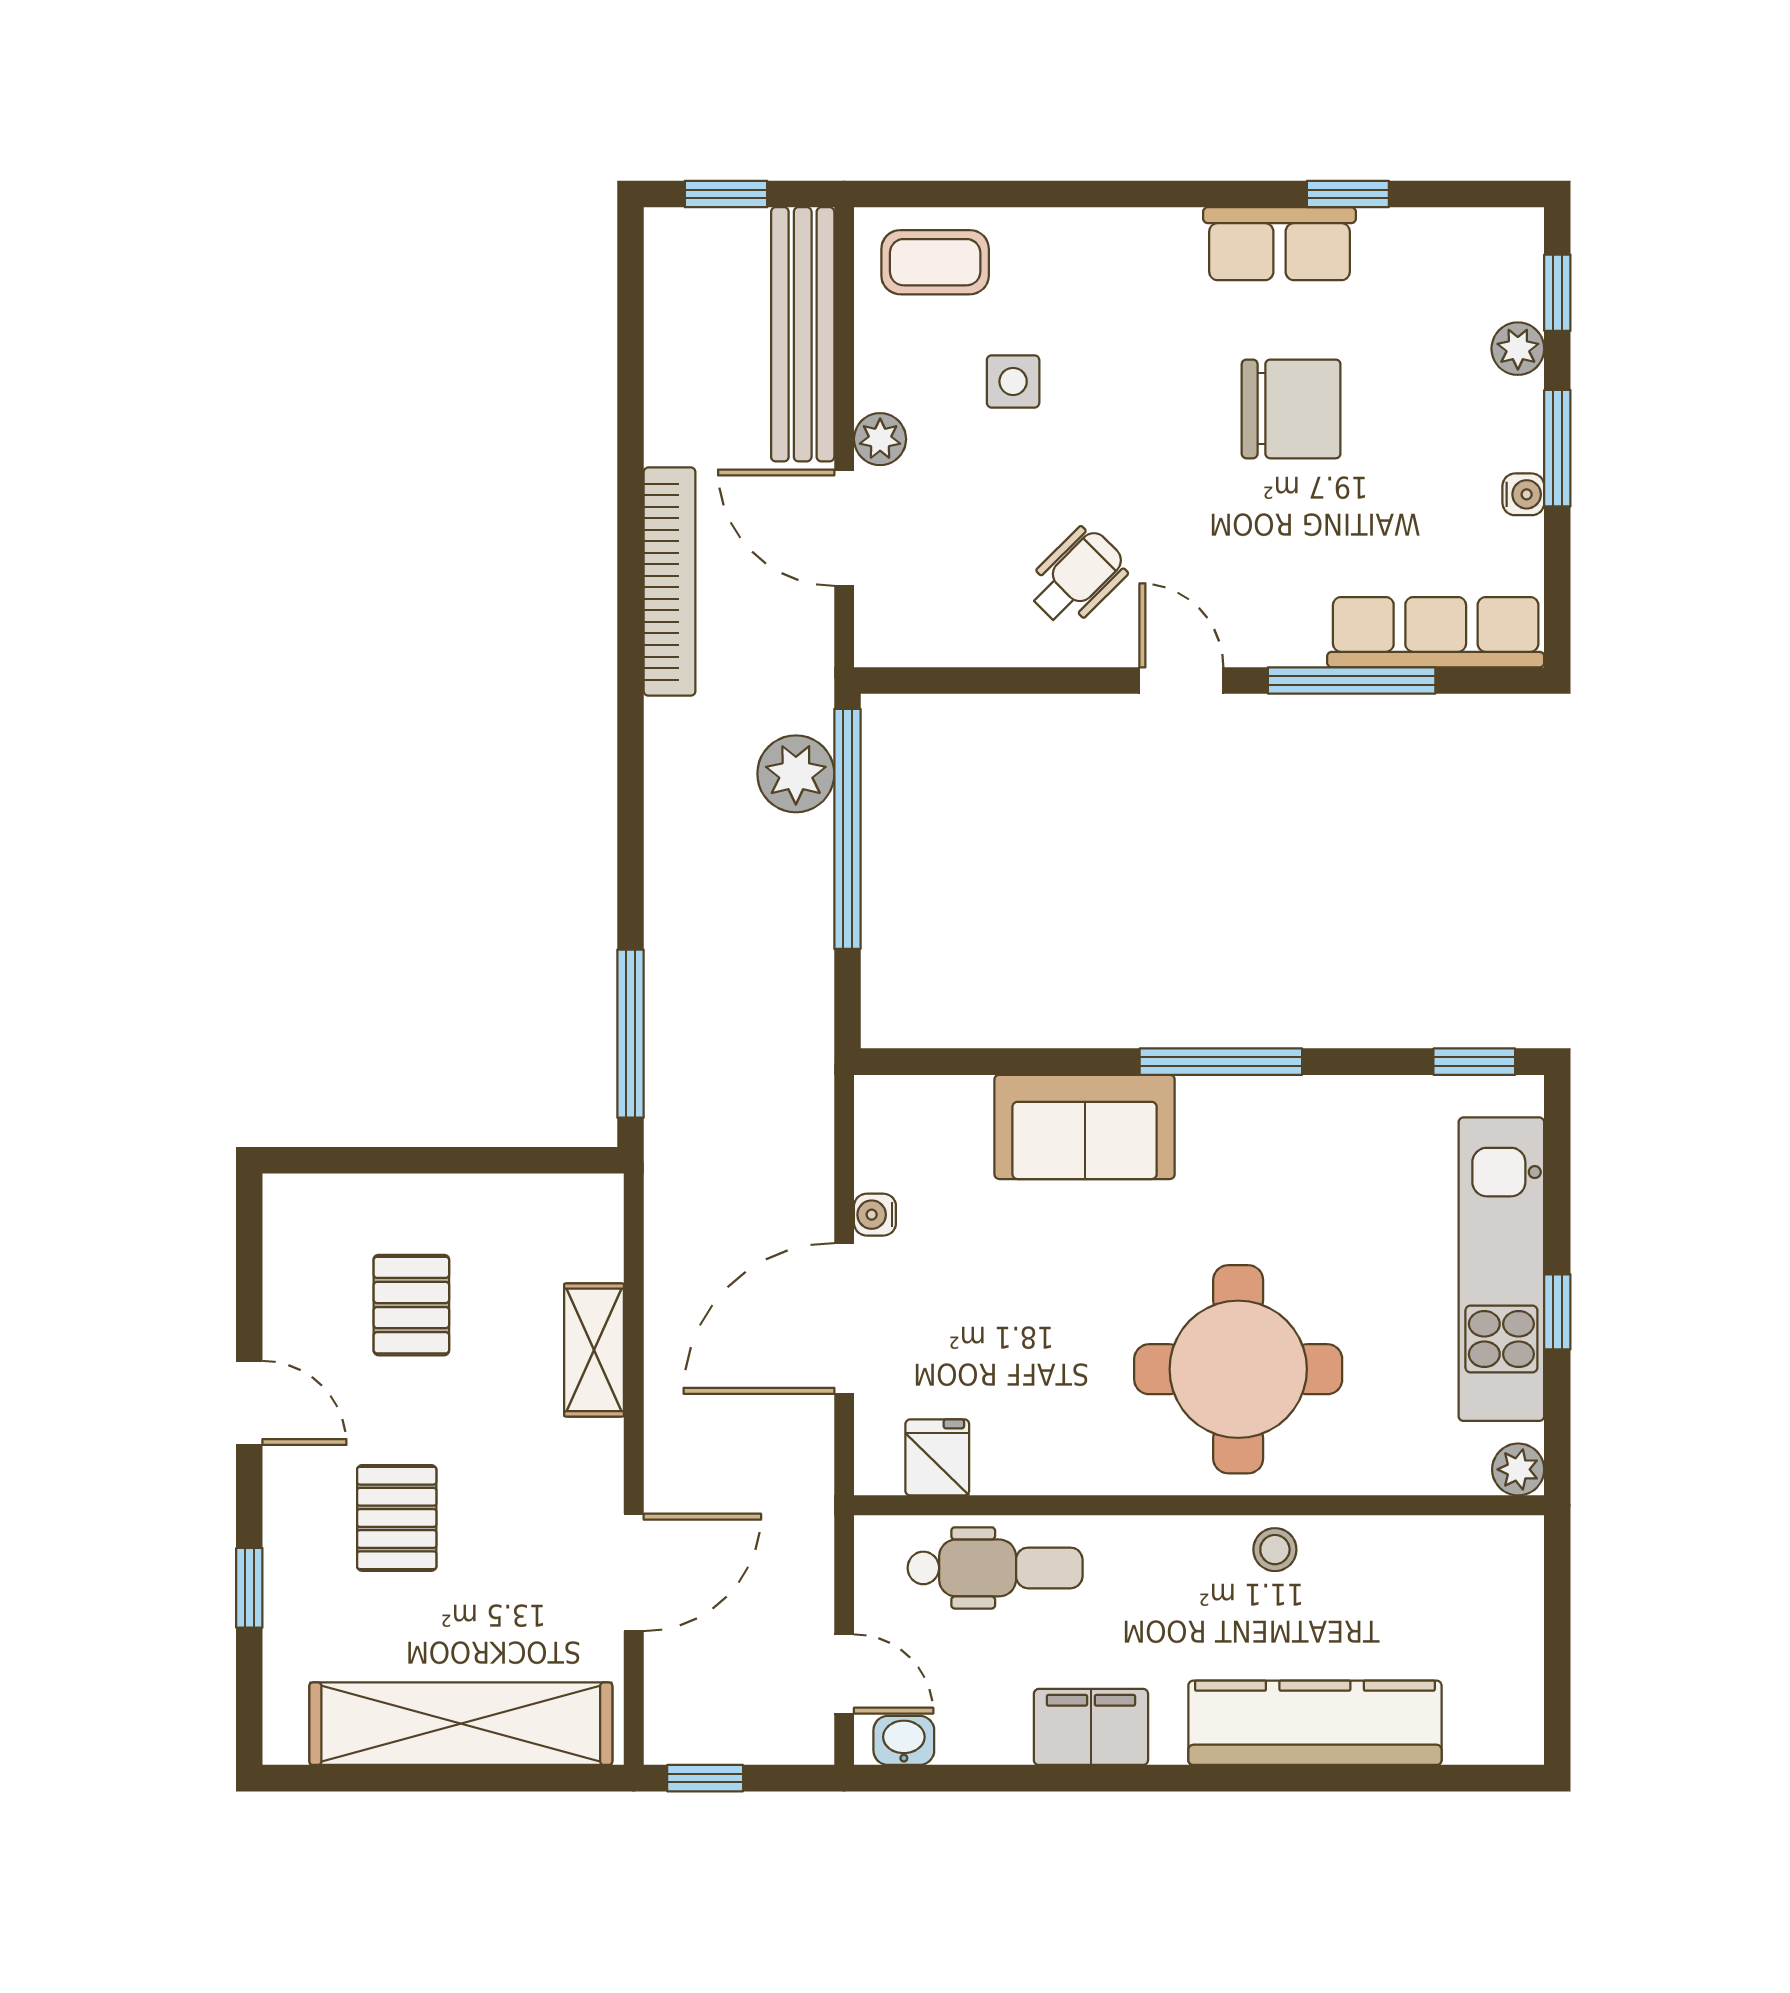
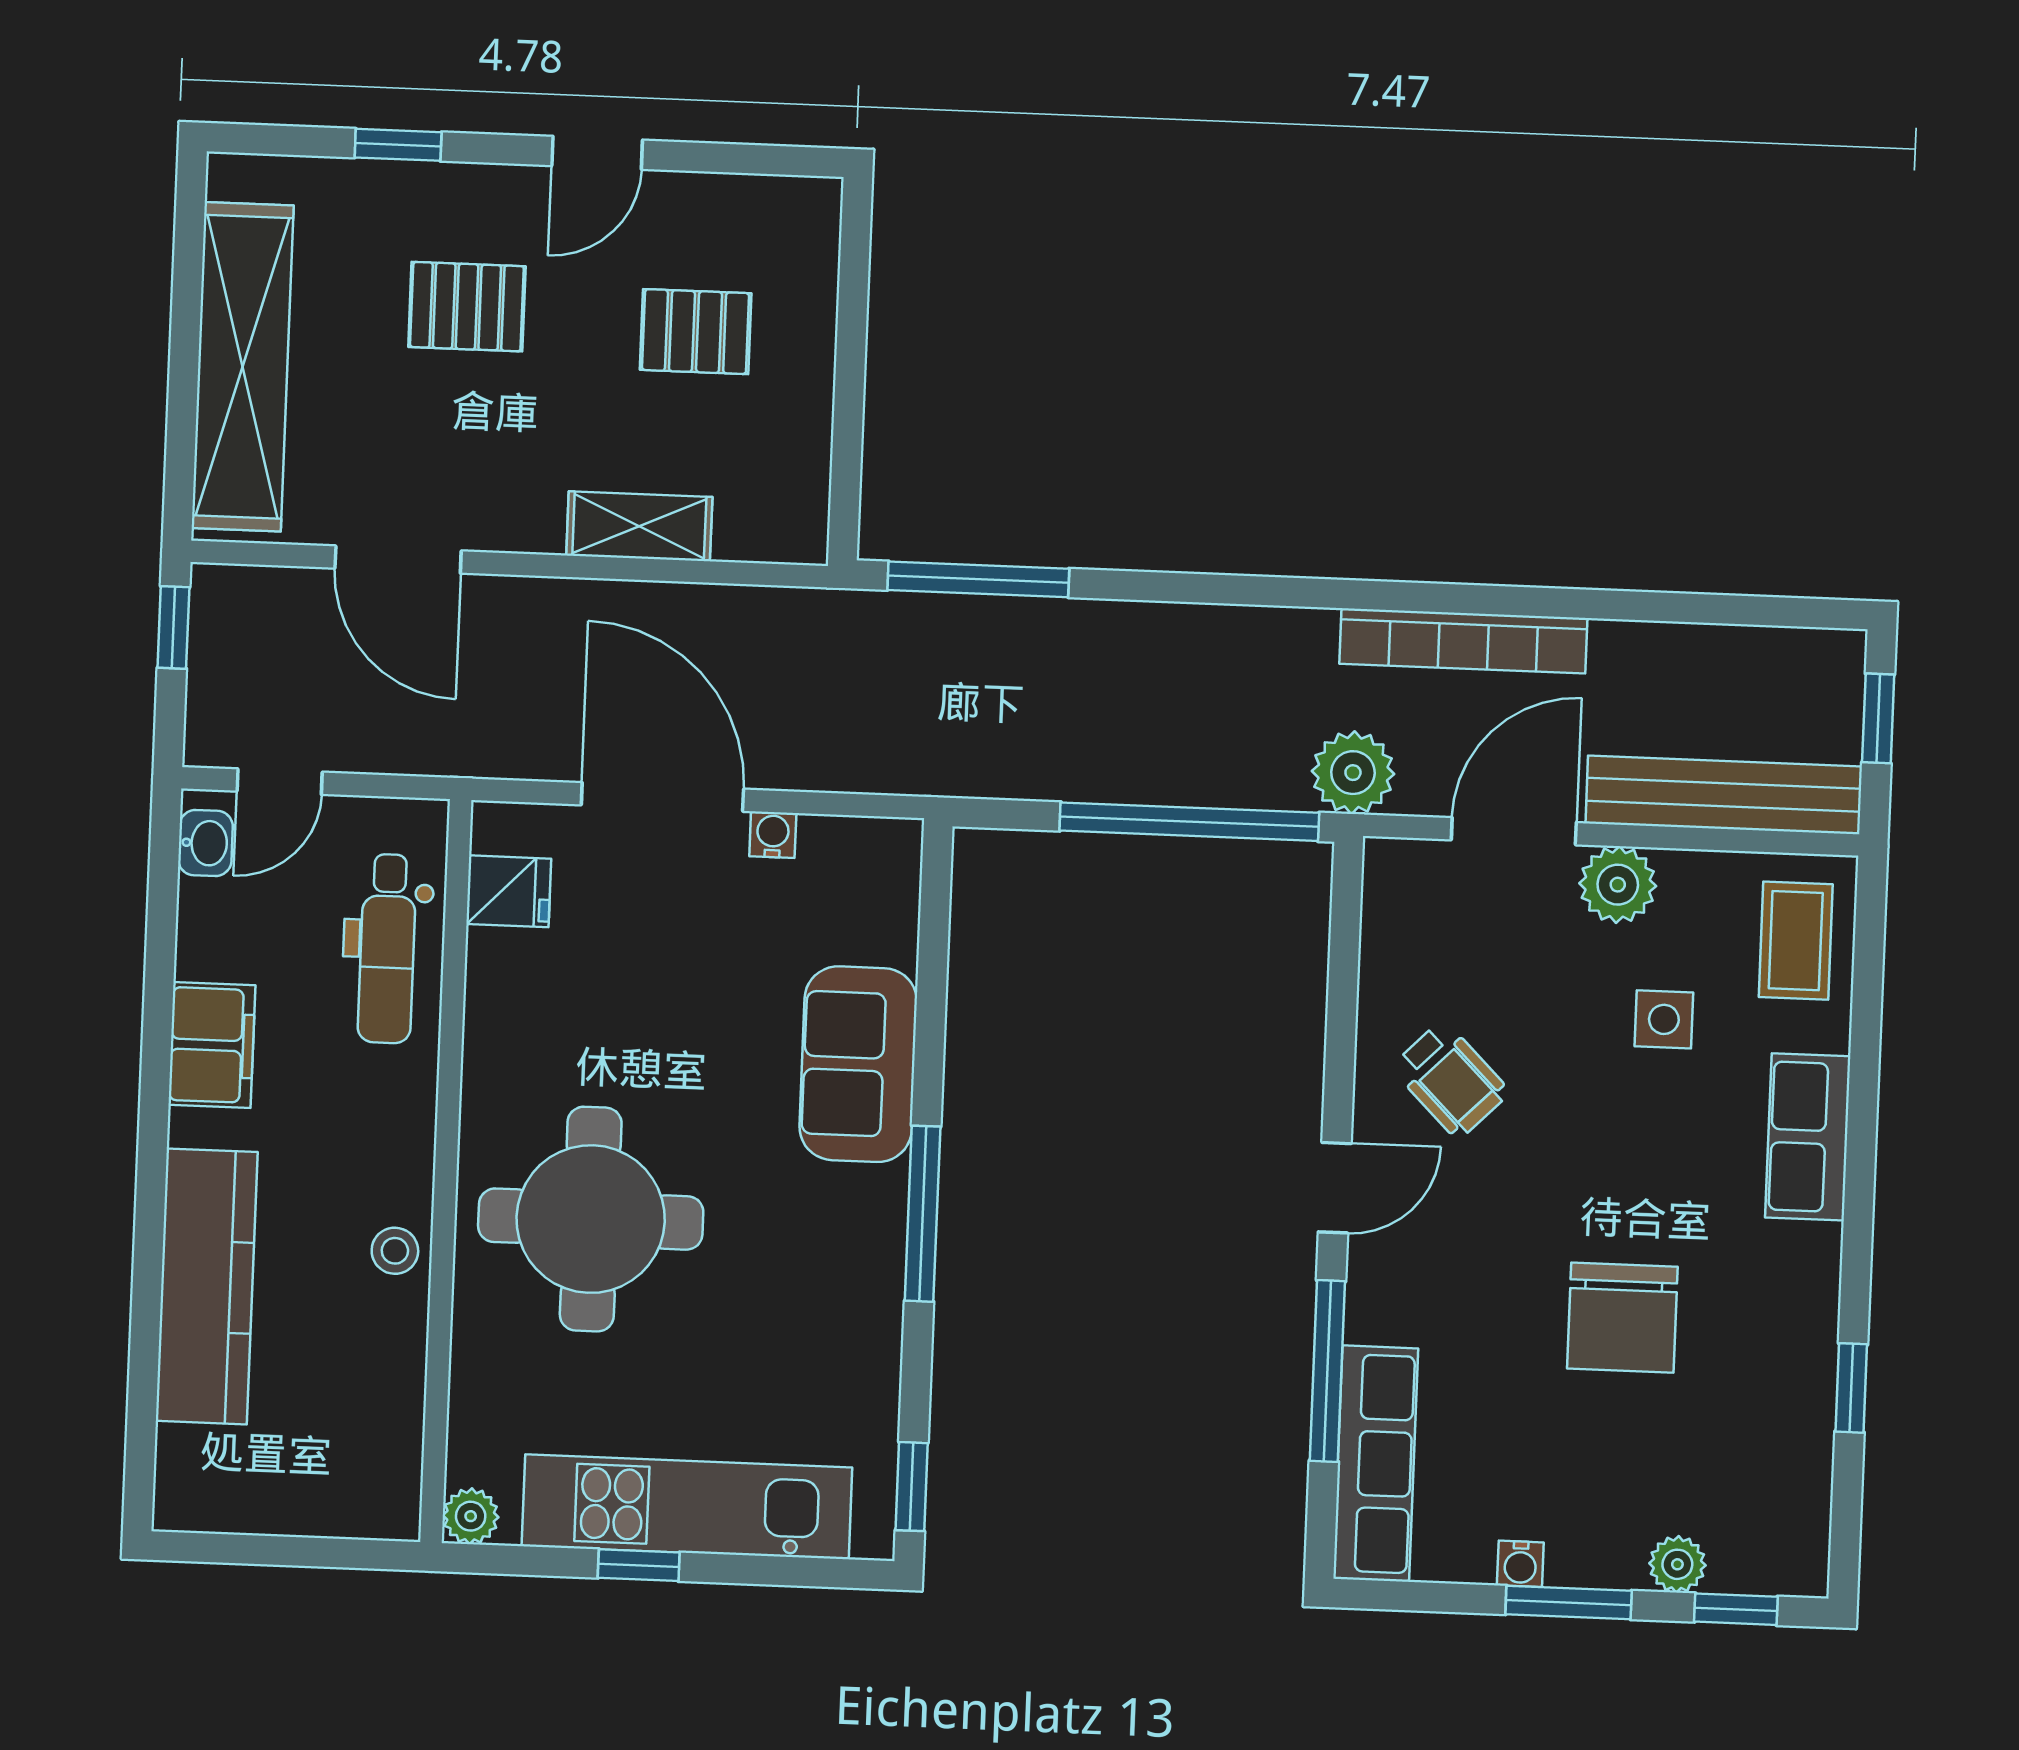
row of seats: (1280, 244) -> (1808, 1137), moved
plant: (880, 439) -> (1618, 885), width x1.38, depth x1.38
plant: (796, 774) -> (1353, 773), moved

